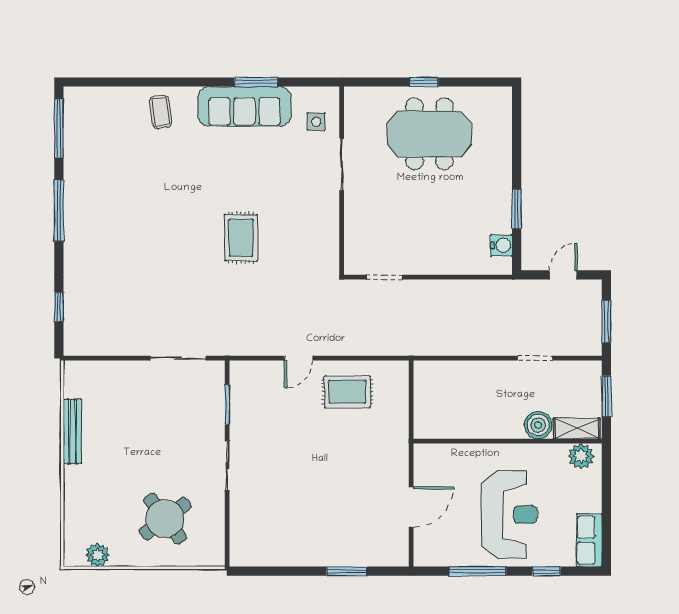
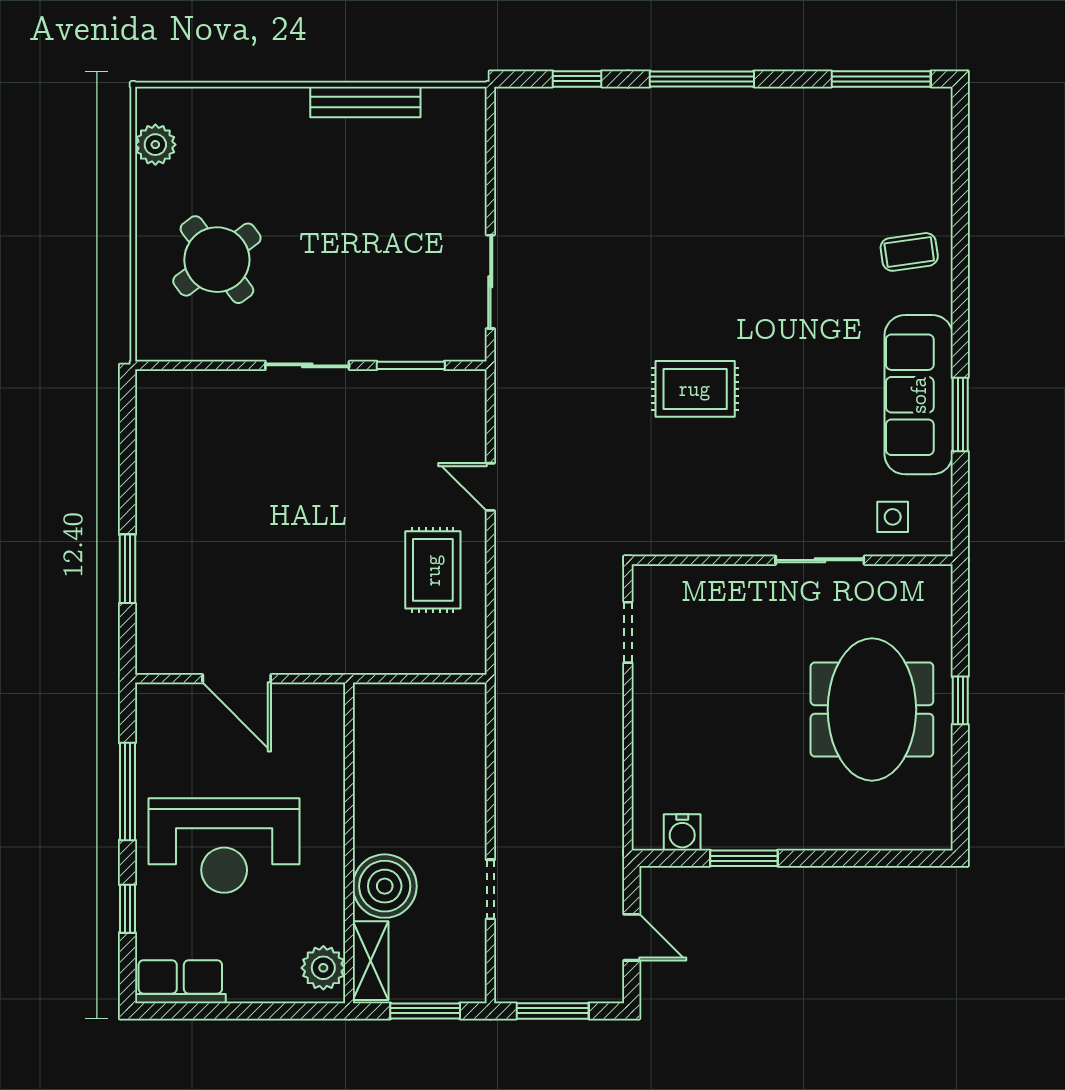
window: (59, 211) -> (702, 79), moved
boiler: (538, 425) -> (385, 886), width x1.37, depth x1.37

